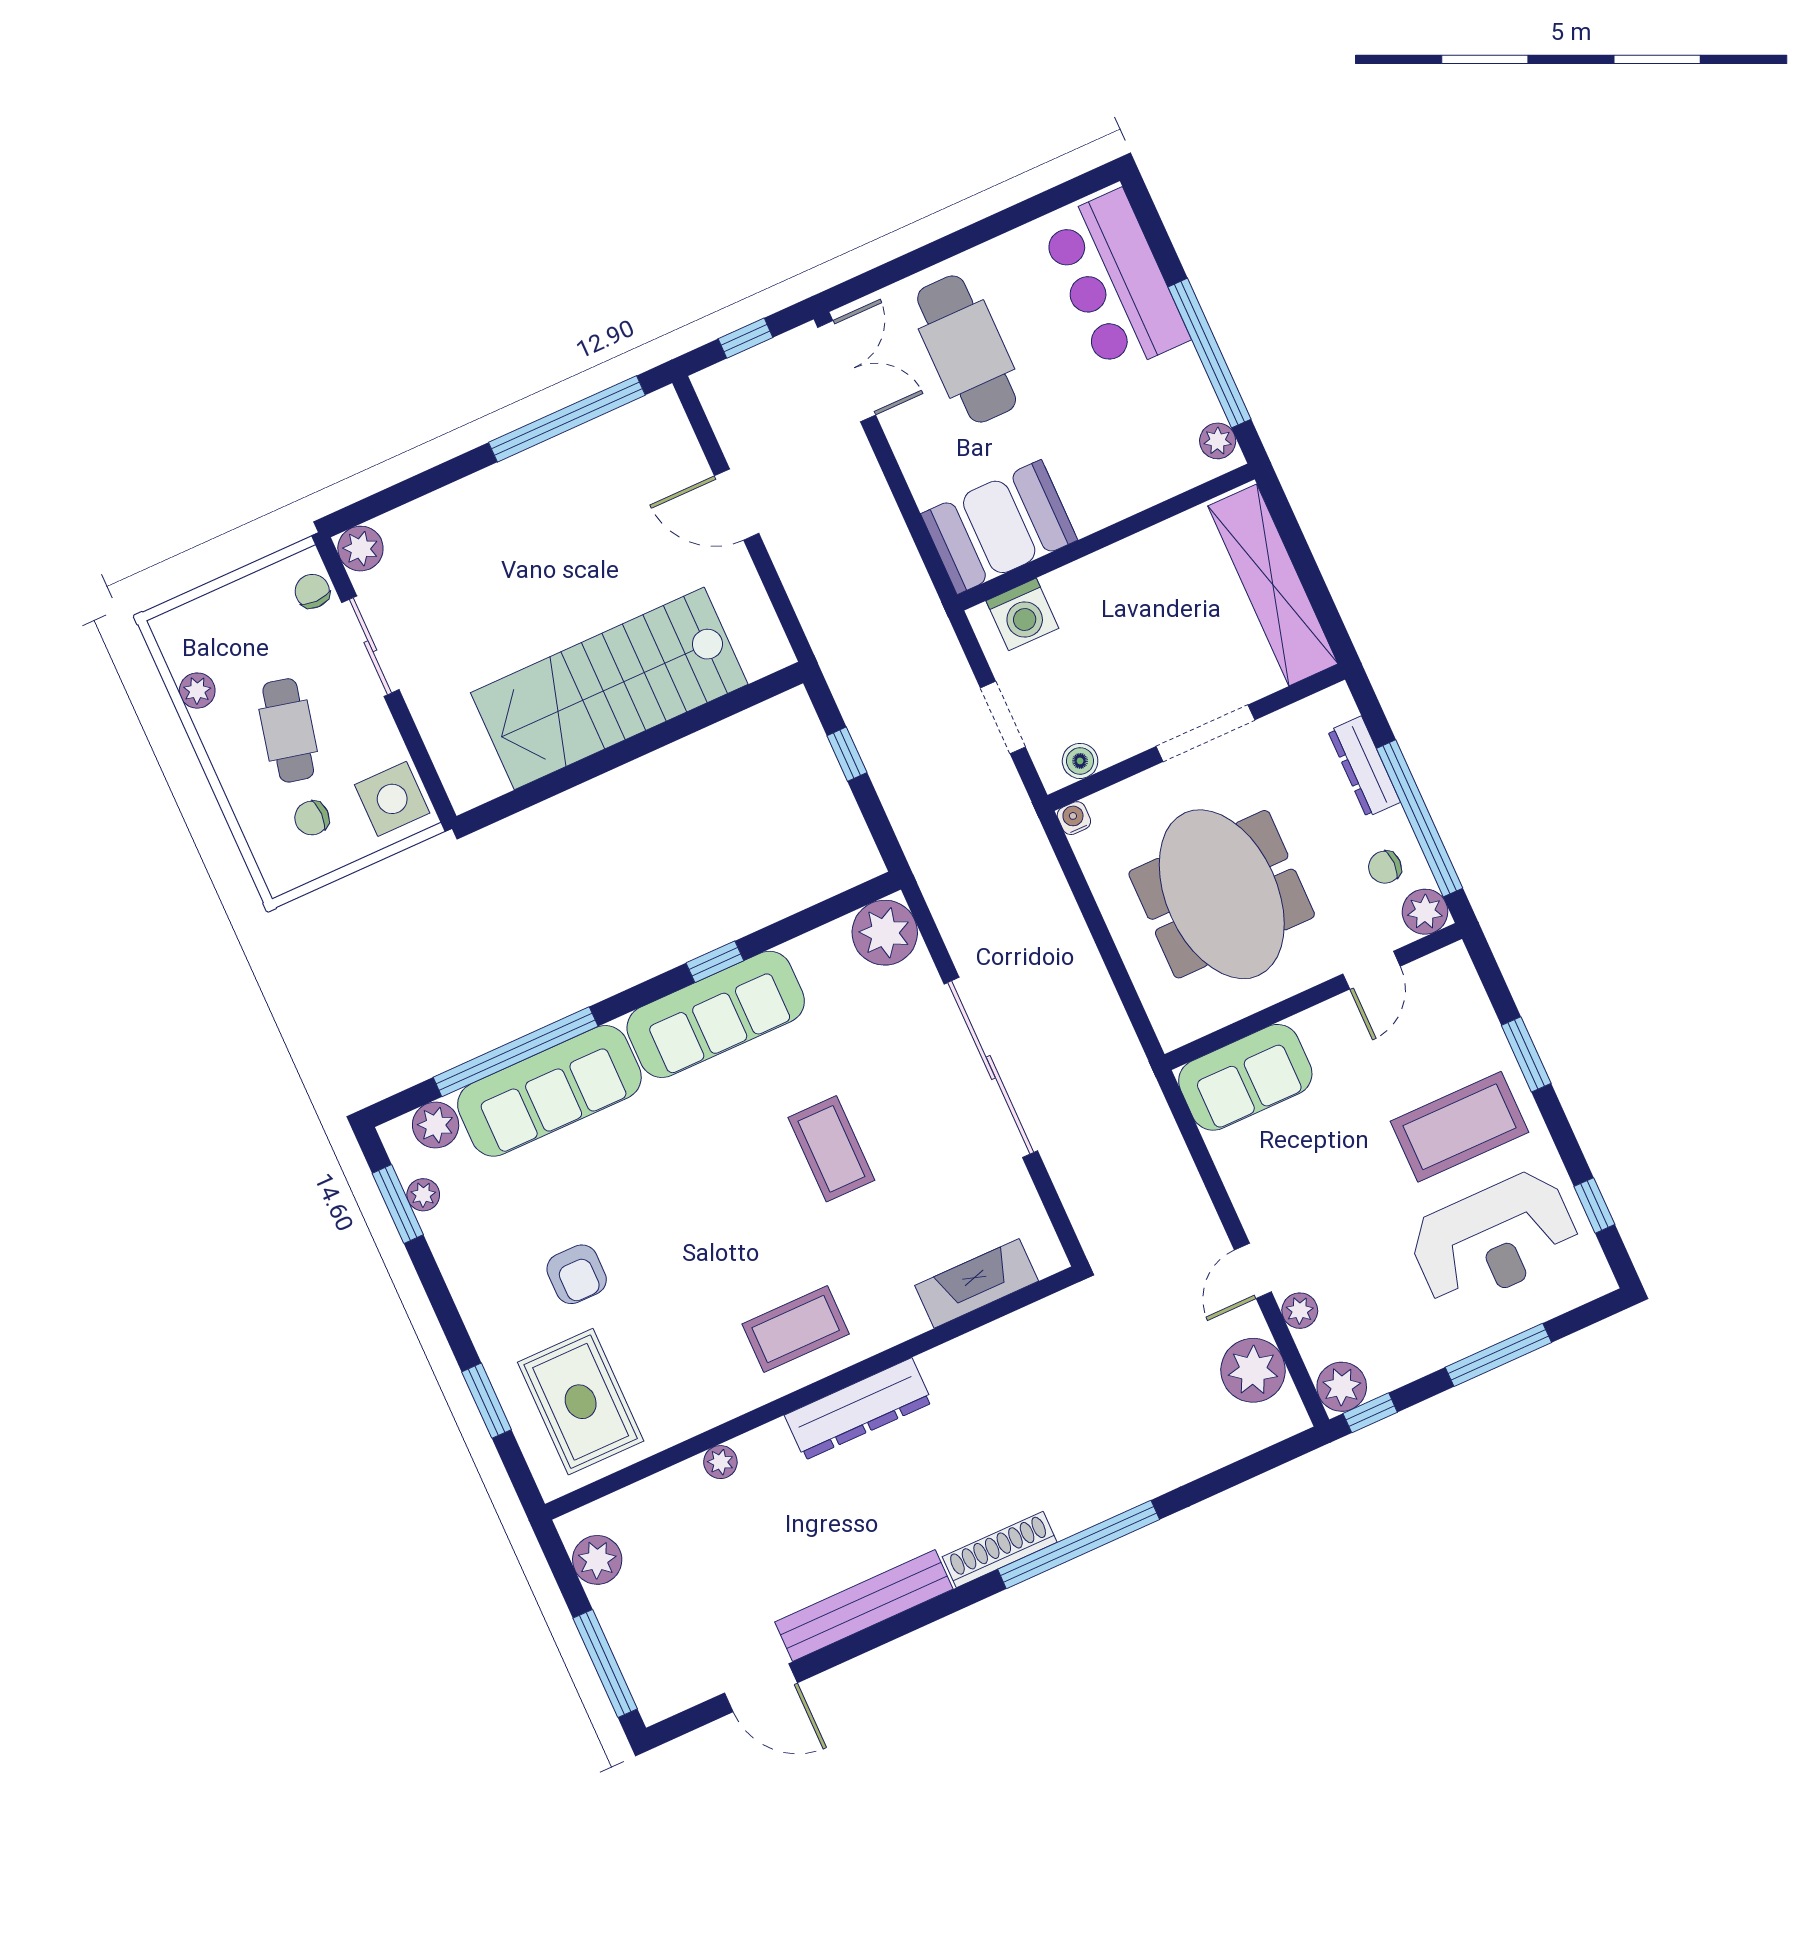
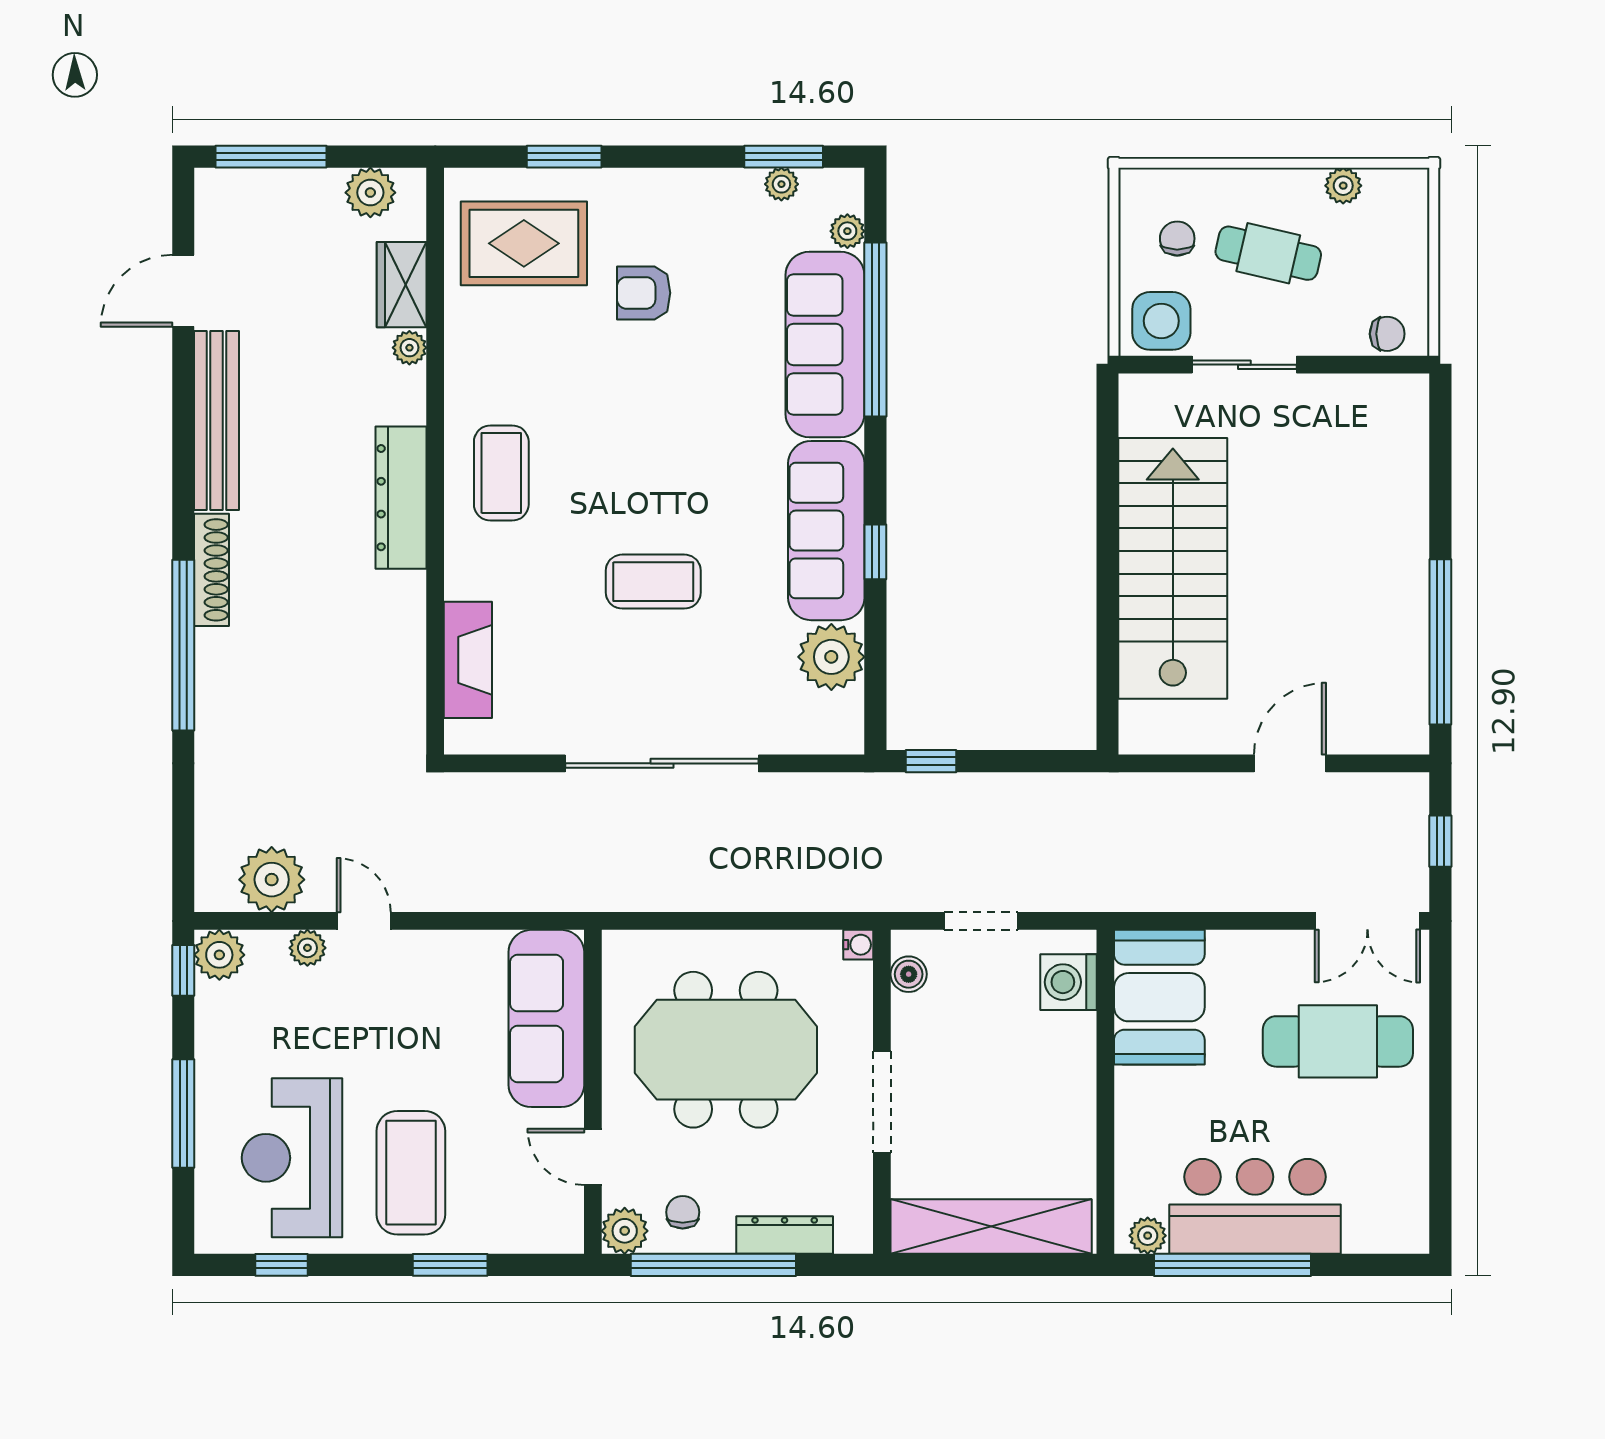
bar counter: (1114, 282) -> (1255, 1206), moved
plant: (360, 549) -> (1407, 396), removed
sliding door: (370, 646) -> (1244, 365), moved
window: (847, 754) -> (931, 761), moved
plant: (885, 933) -> (831, 657), moved
sofa: (1245, 1077) -> (546, 1018), width x1.36
plant: (436, 1125) -> (847, 231), width x0.73, depth x0.73
wardrobe: (667, 1495) -> (402, 285), added

